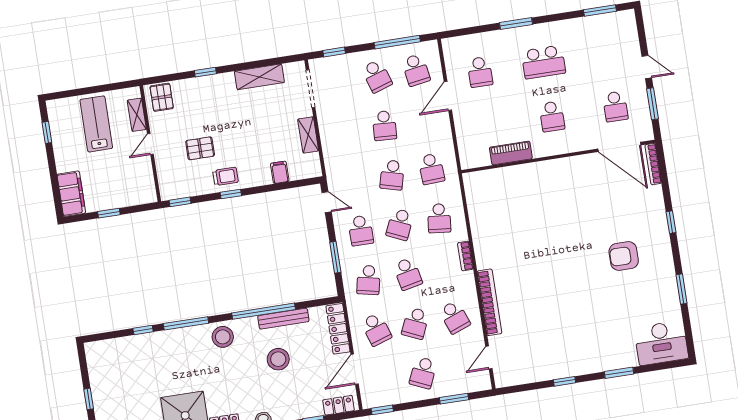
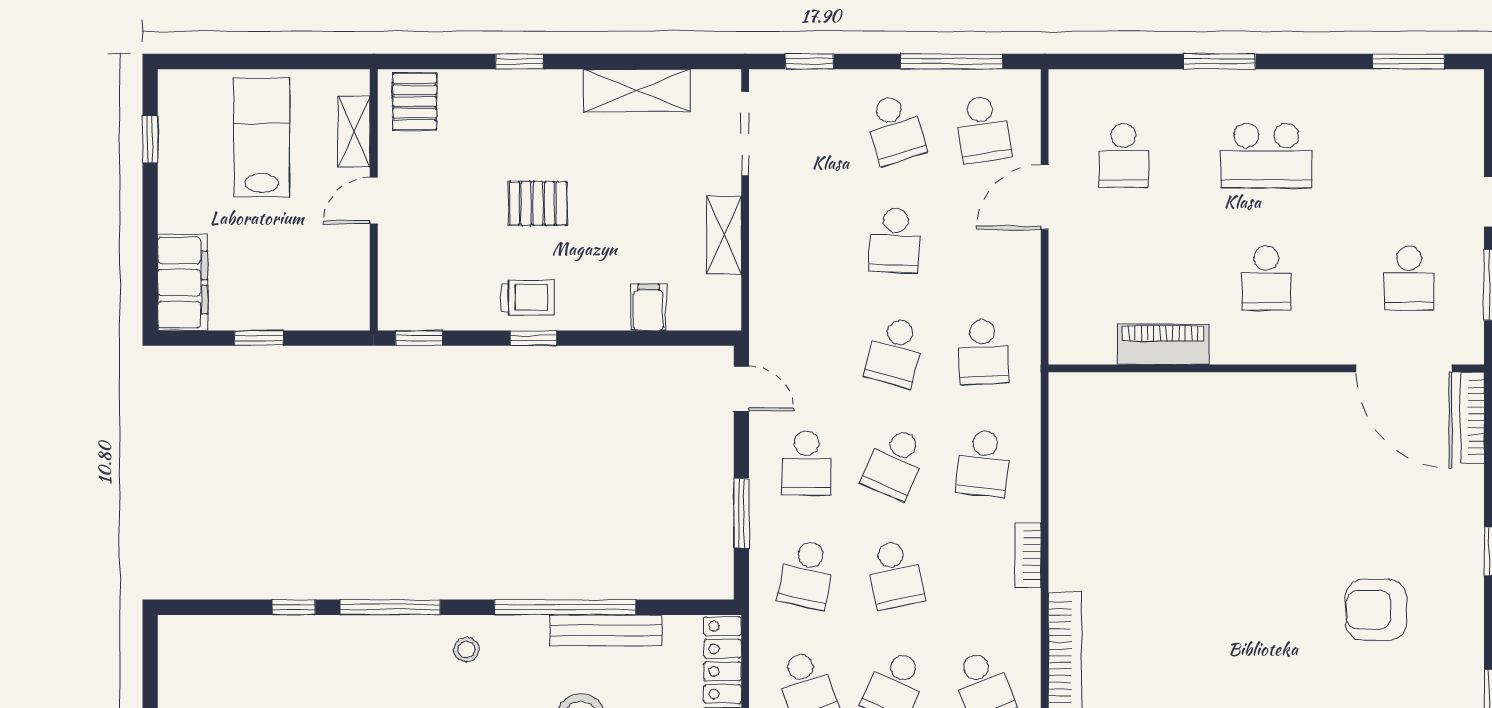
pallet: (200, 148) -> (538, 203), moved
stool: (223, 337) -> (466, 650), width x0.53, depth x0.53

